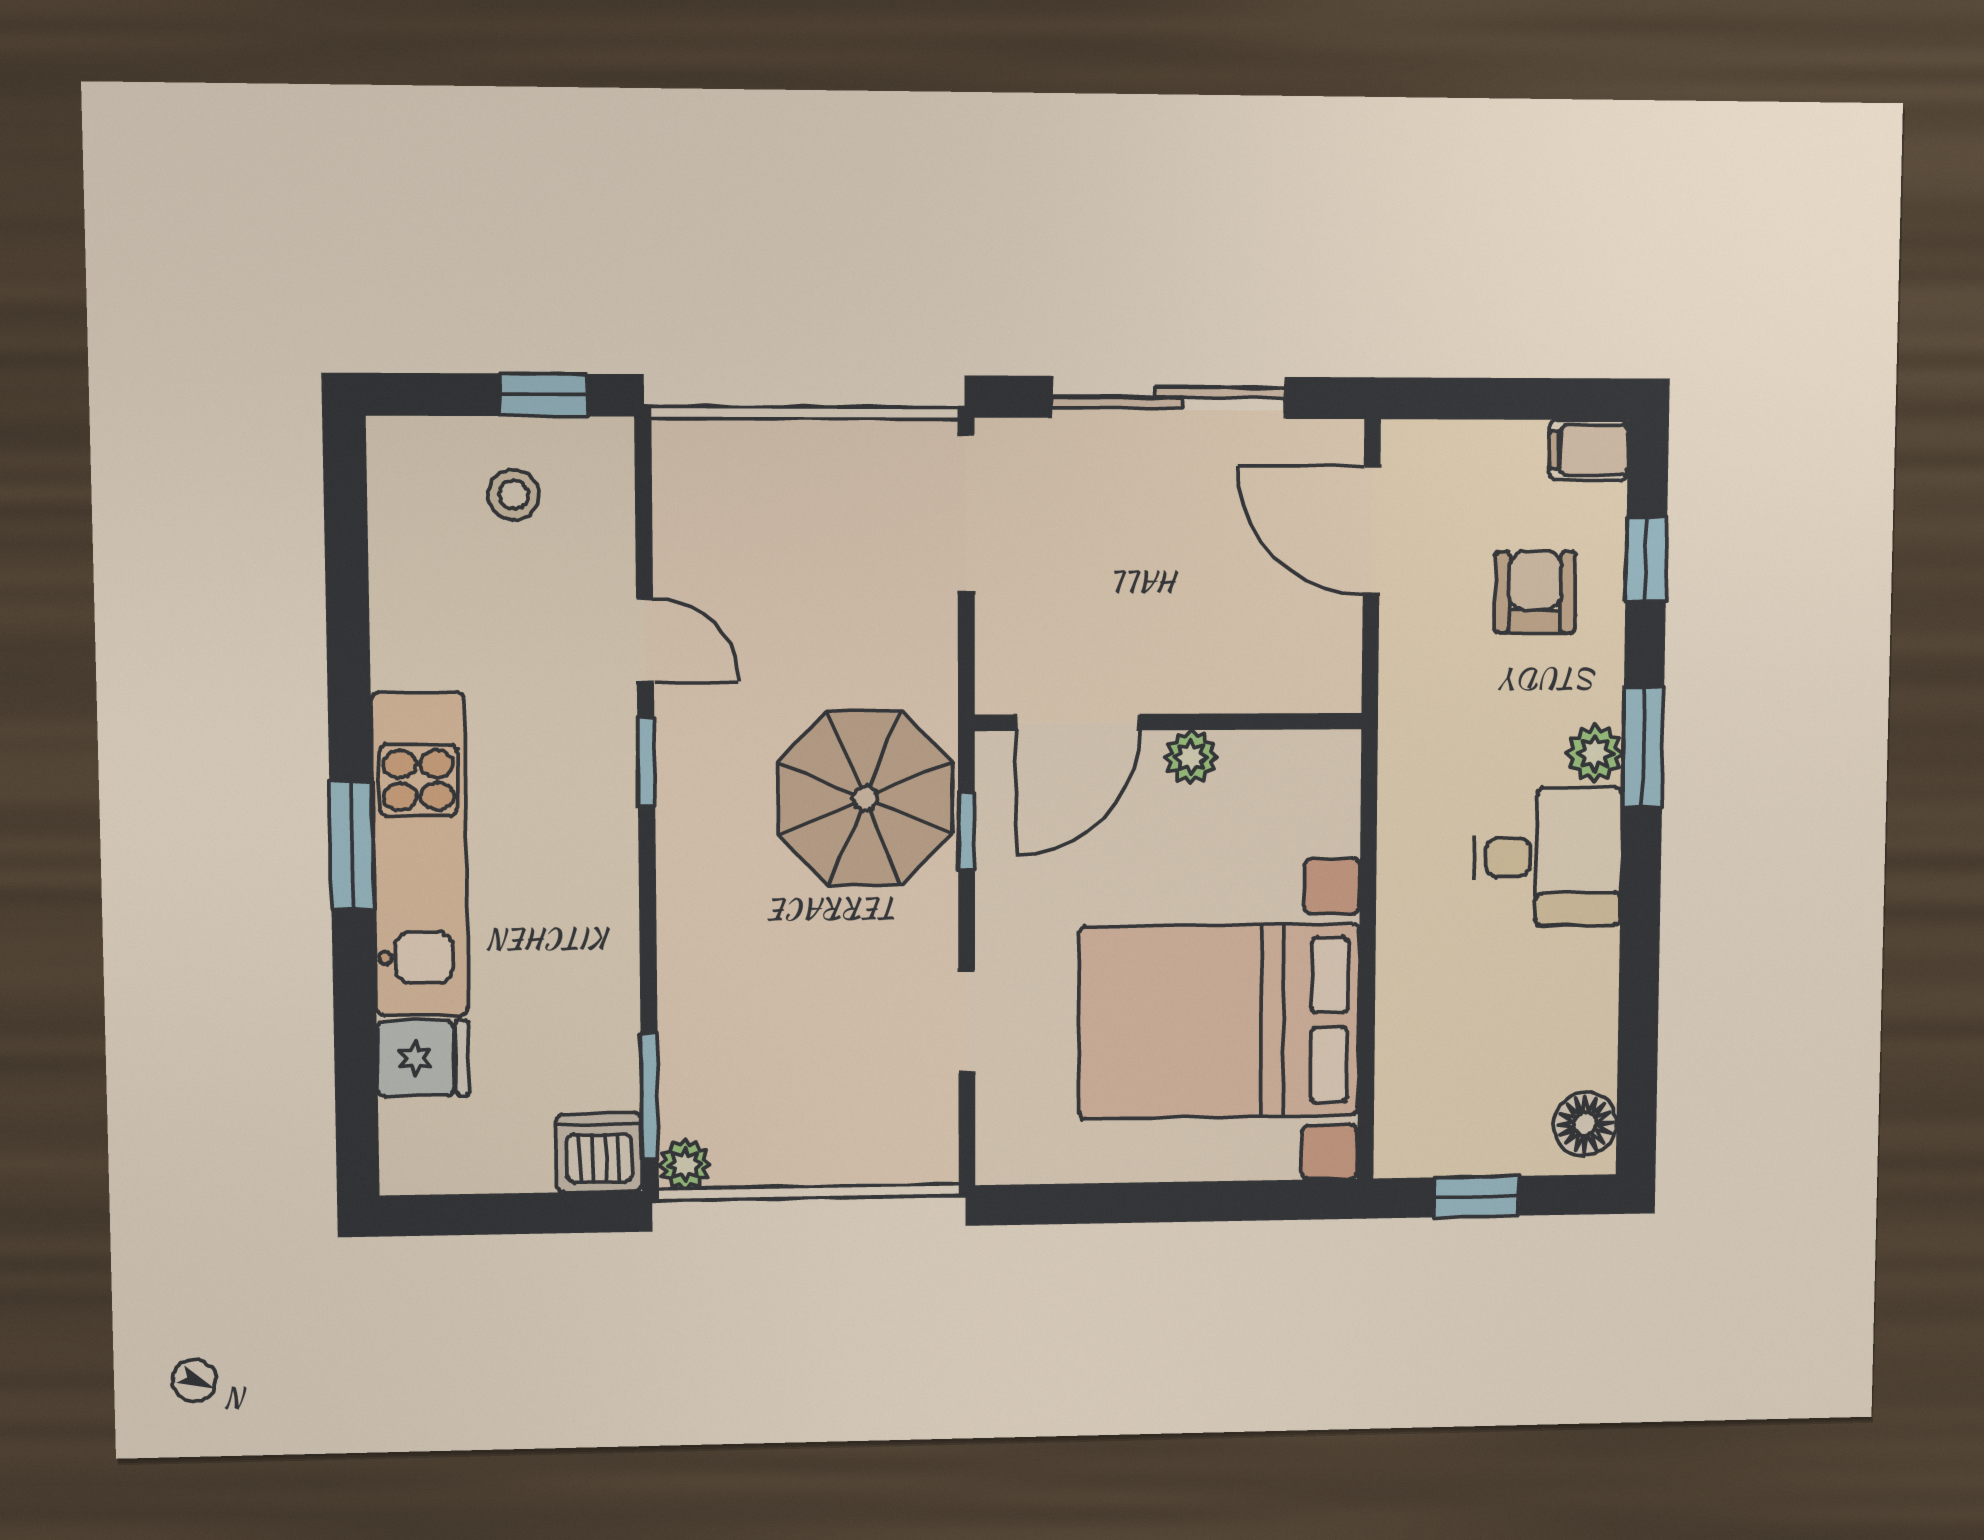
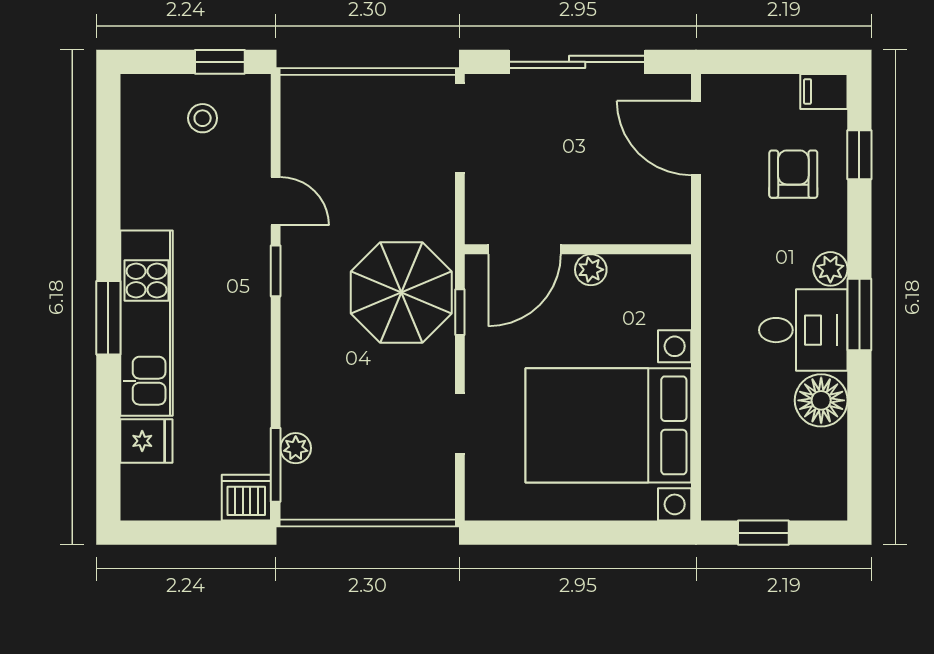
window: (1643, 747) -> (859, 315), moved
floor lamp: (1585, 1124) -> (821, 400), moved, width x1.38, depth x1.38
plant: (685, 1165) -> (296, 448), moved

